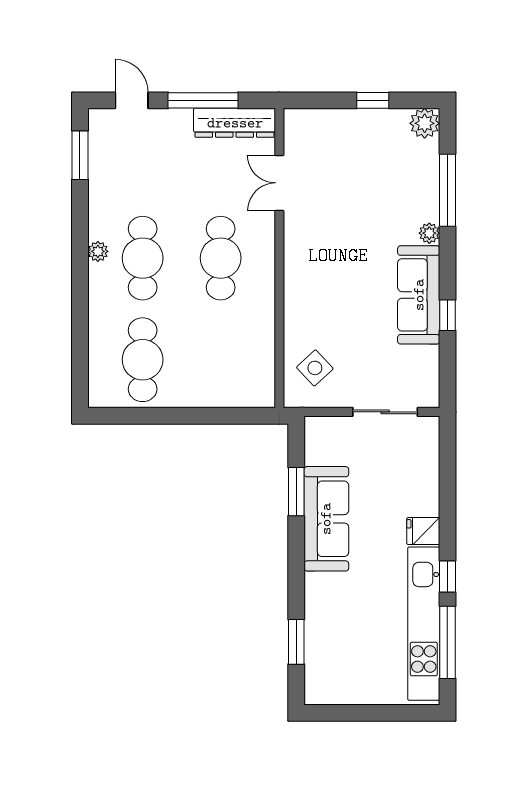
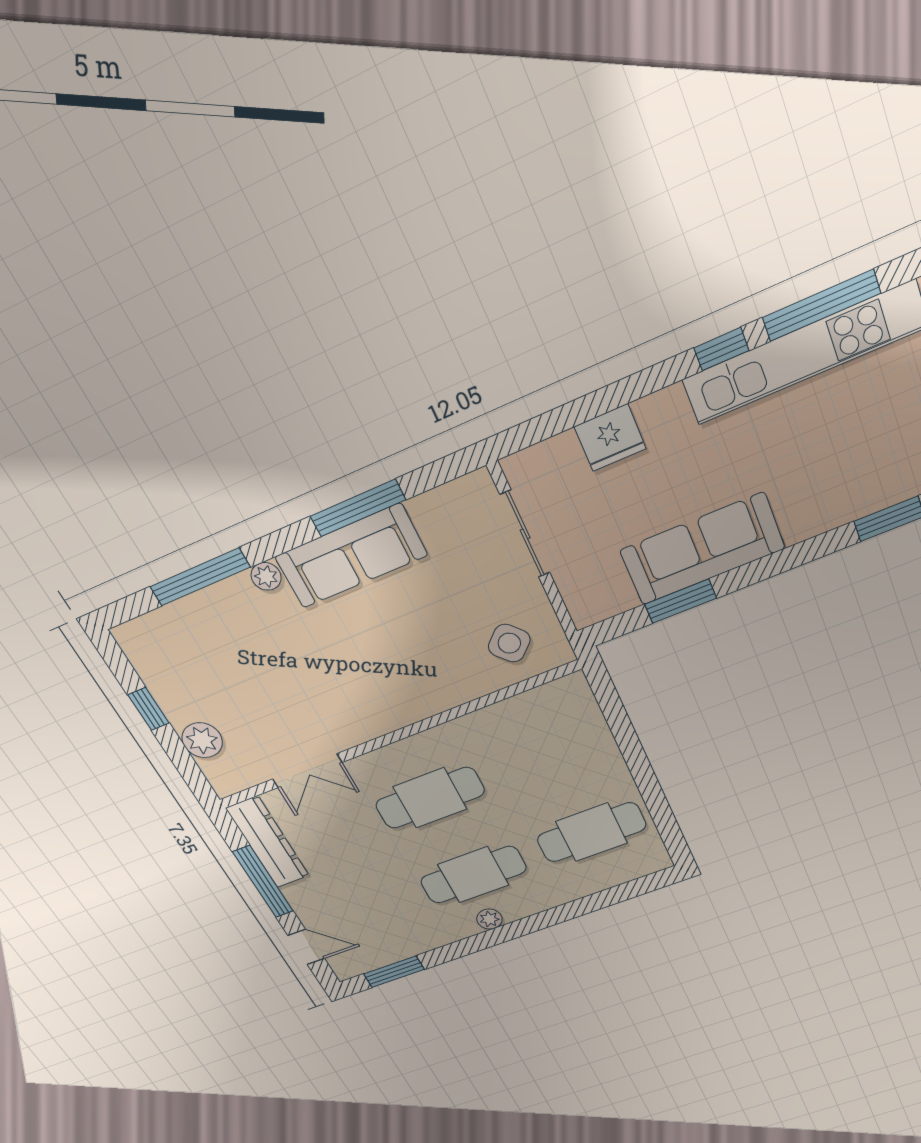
door: (132, 100) -> (306, 947), swing flipped
plant: (425, 123) -> (202, 740), moved
window: (447, 315) -> (358, 508), width x2.17
fridge: (423, 531) -> (610, 438), moved, width x1.38

